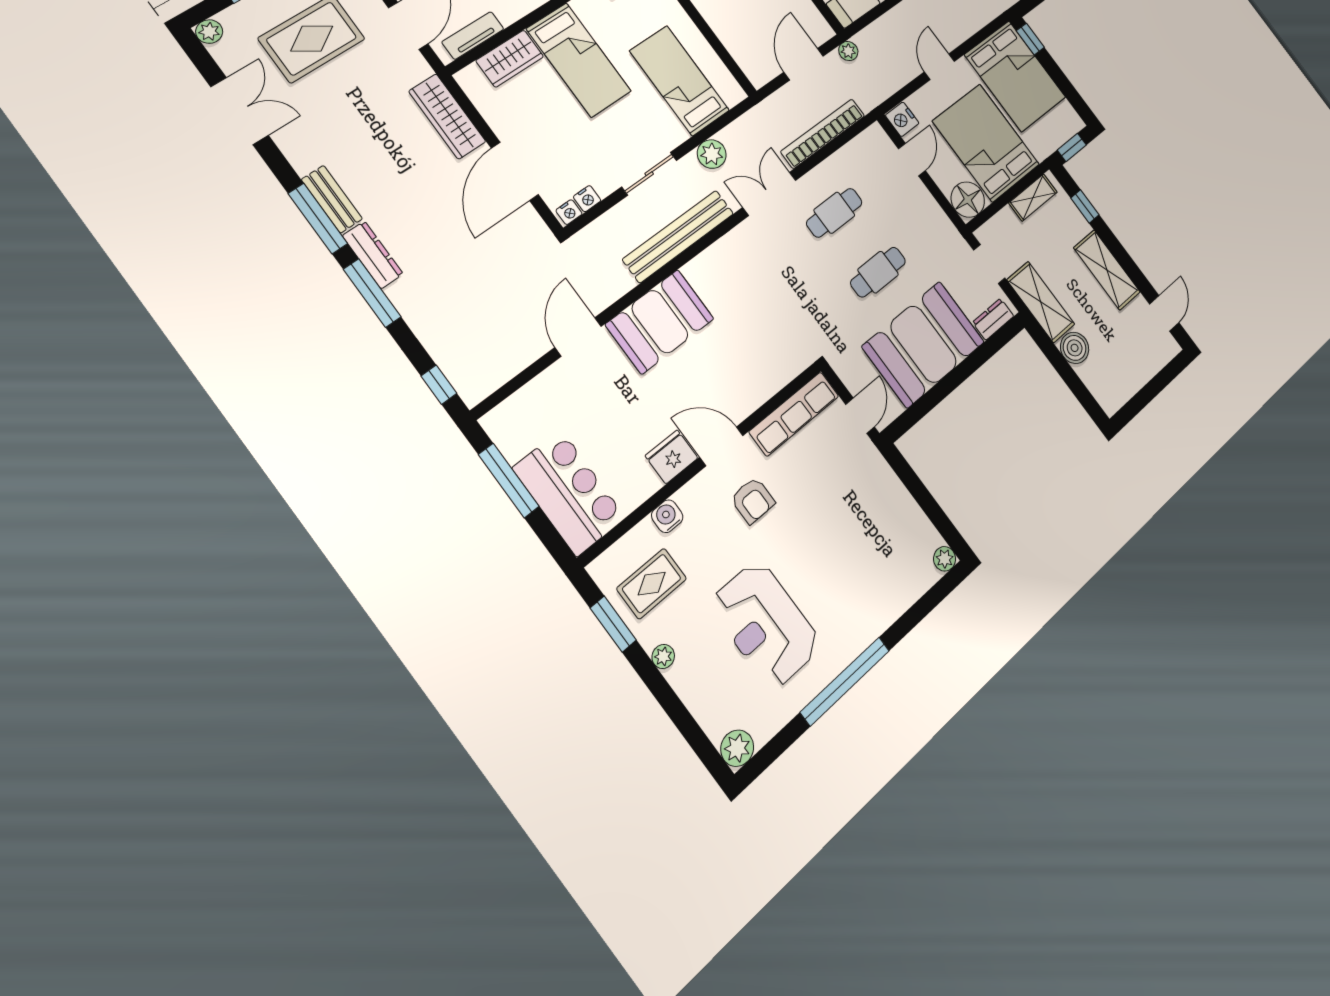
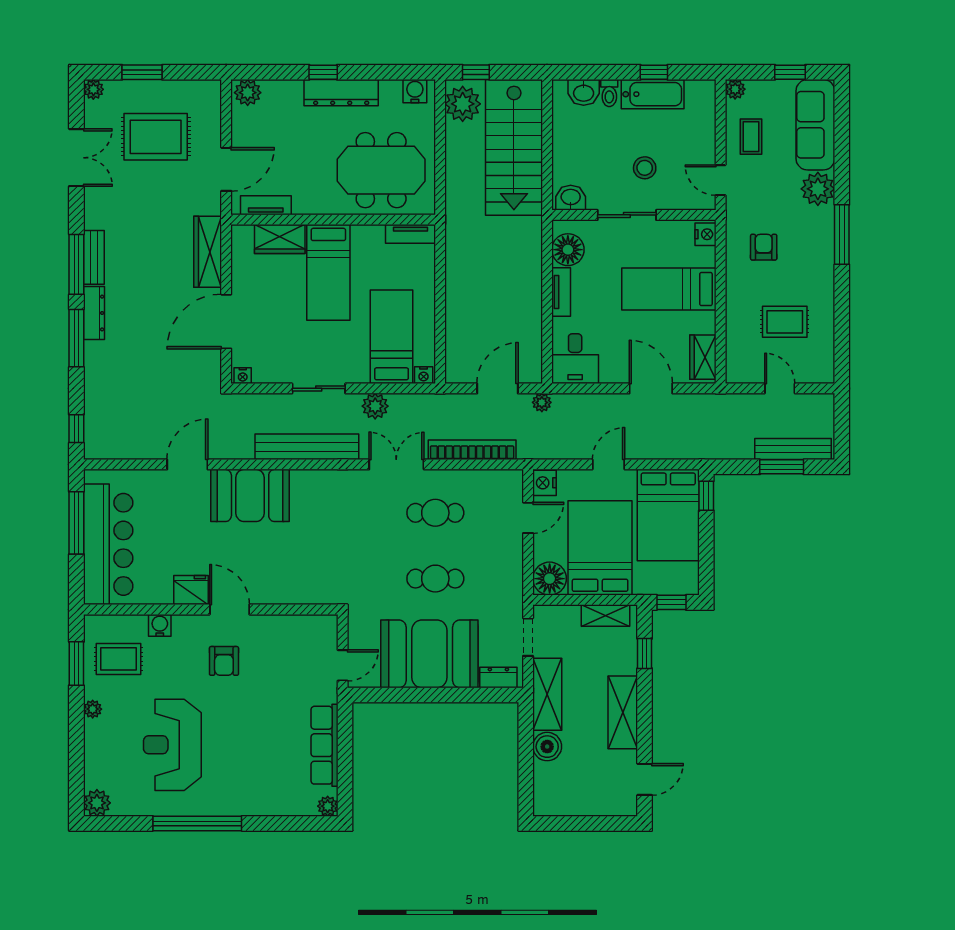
nightstand: (587, 199) -> (424, 375), moved
row of seats: (794, 414) -> (325, 745), moved, turned 90
bar counter: (569, 493) -> (108, 544), width x1.36

